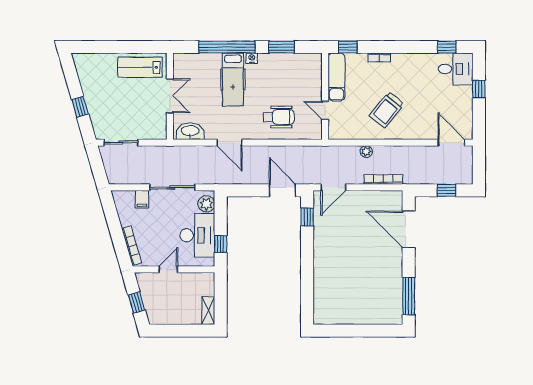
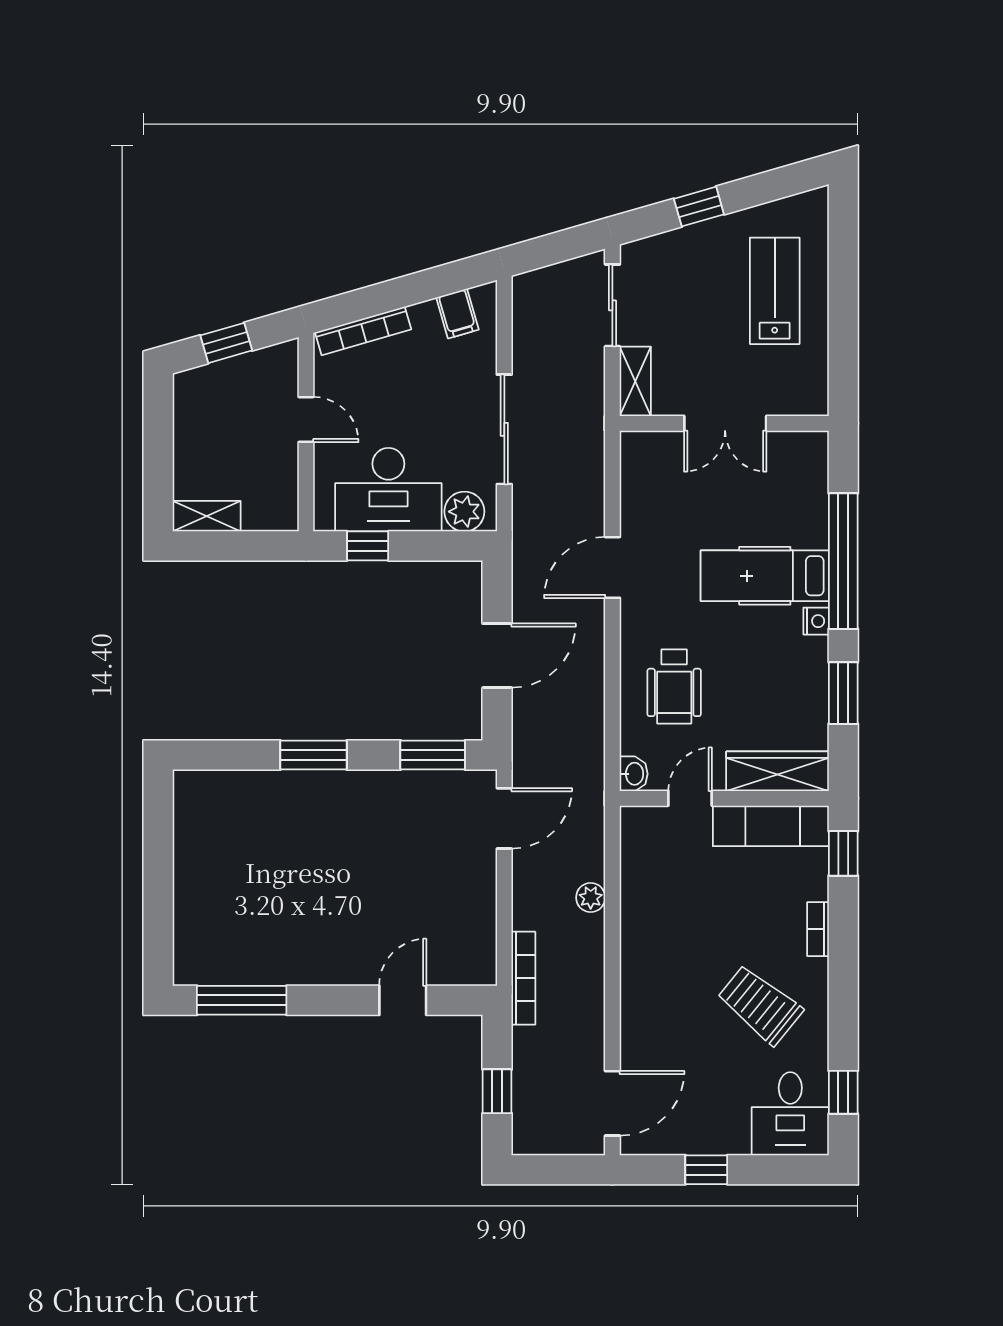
lab bench: (140, 67) -> (775, 291), moved
wardrobe: (314, 74) -> (777, 771), added
window: (479, 89) -> (706, 1170), moved
trolley: (387, 110) -> (760, 1005), moved
washbasin: (190, 131) -> (634, 774), moved, width x0.52, depth x0.69
shelving: (153, 133) -> (635, 381), added
bookcase: (383, 179) -> (523, 978), moved
door: (333, 187) -> (504, 818), swing flipped
door: (282, 190) -> (497, 656), moved
filing cabinet: (142, 199) -> (457, 314), moved, turned -106
window: (307, 217) -> (433, 755), width x1.50
door: (409, 229) -> (403, 1000), width x0.53
window: (307, 266) -> (313, 755), added

